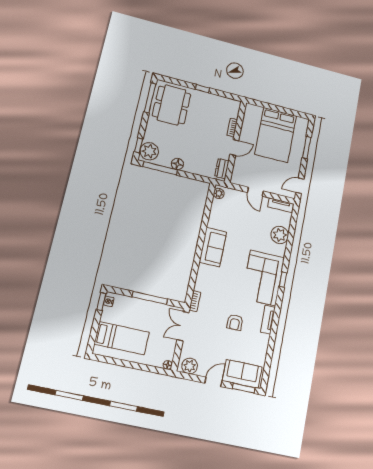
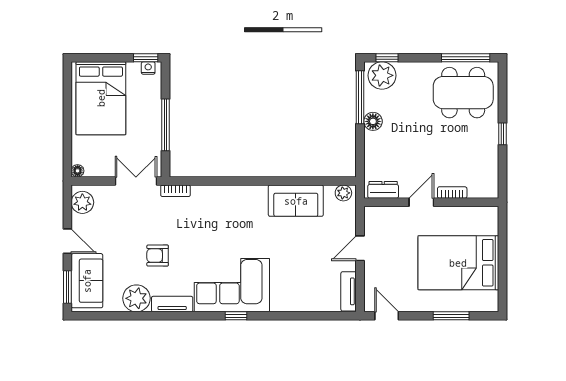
door: (234, 147) -> (421, 202), swing flipped
plant: (280, 235) -> (136, 298), moved
sofa: (213, 247) -> (296, 201), moved
bed: (122, 338) -> (101, 98), width x1.50

